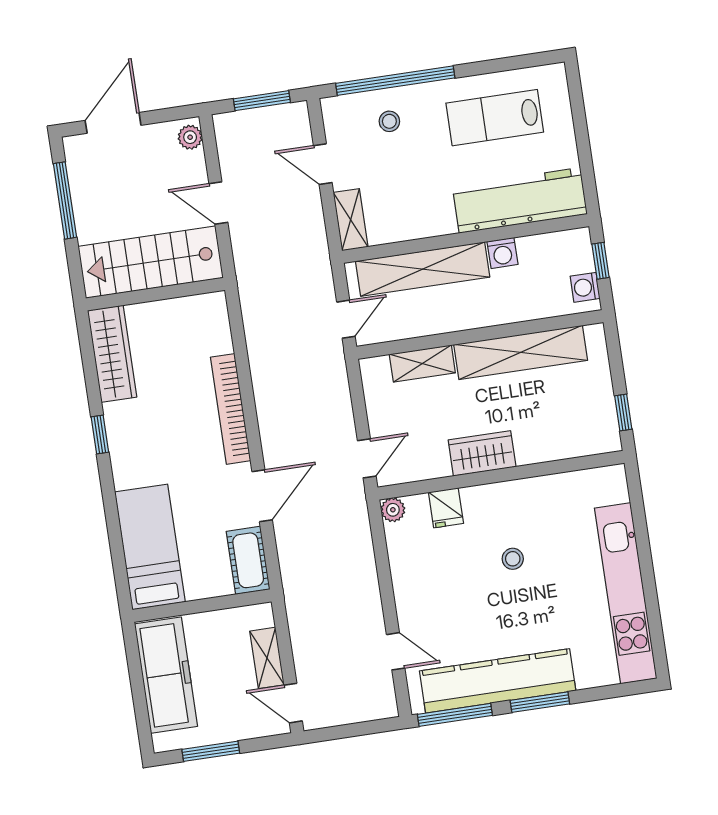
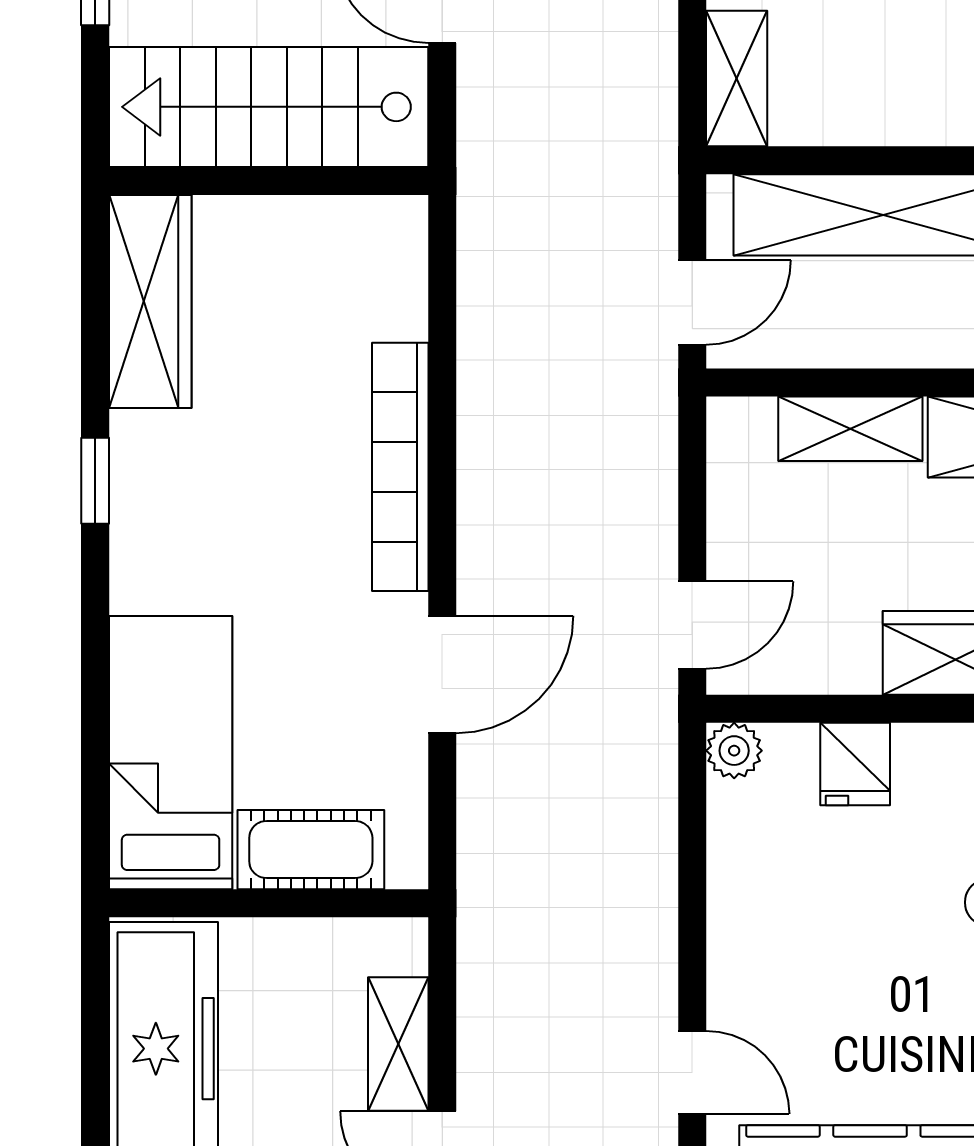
cot: (248, 560) -> (311, 850), moved, turned 90

